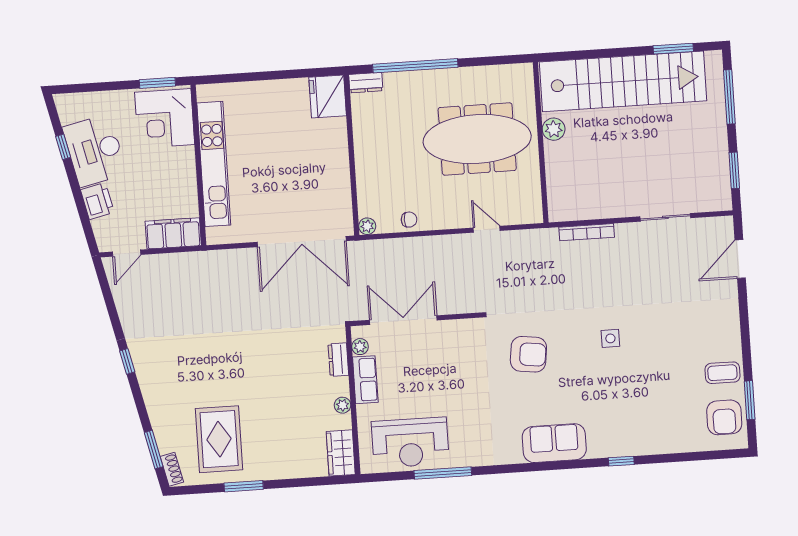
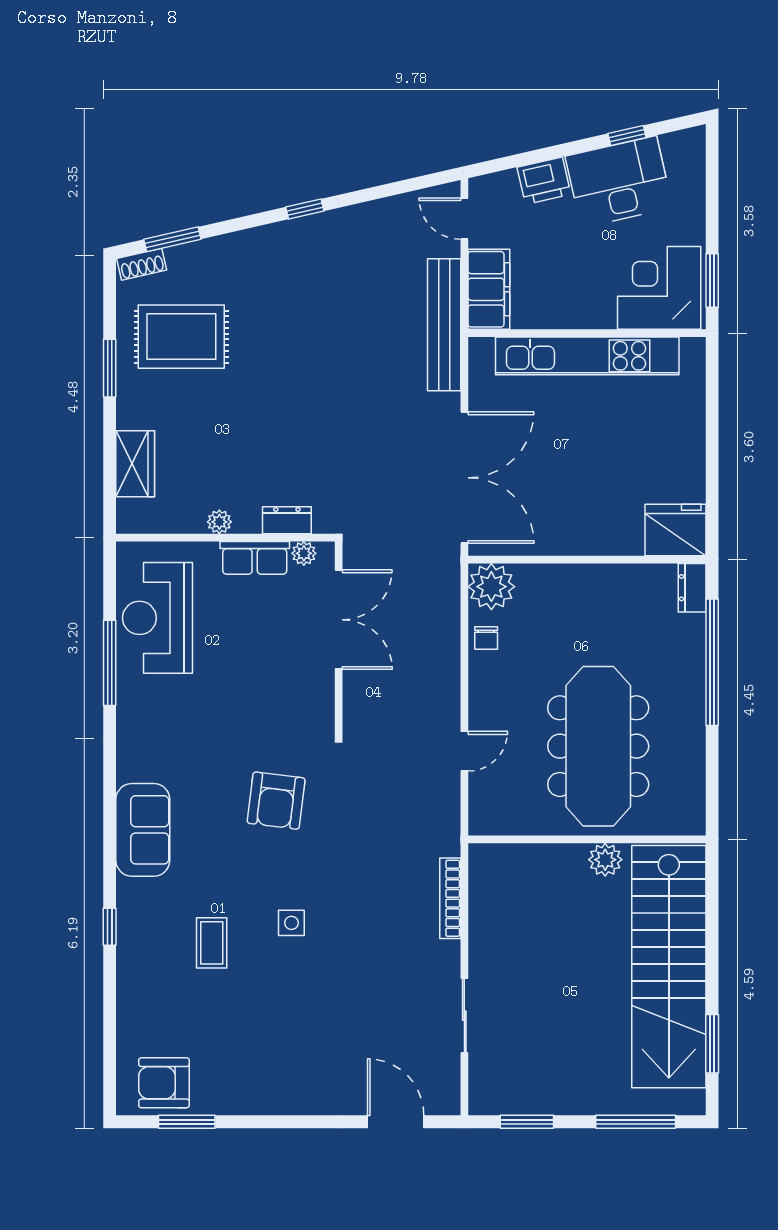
plant: (367, 226) -> (491, 587), width x1.88, depth x1.88
double door: (302, 242) -> (464, 478), swing flipped
bench: (199, 262) -> (444, 325), added
coffee table: (722, 373) -> (212, 943), moved
wardrobe: (341, 453) -> (135, 464), moved, turned 90

